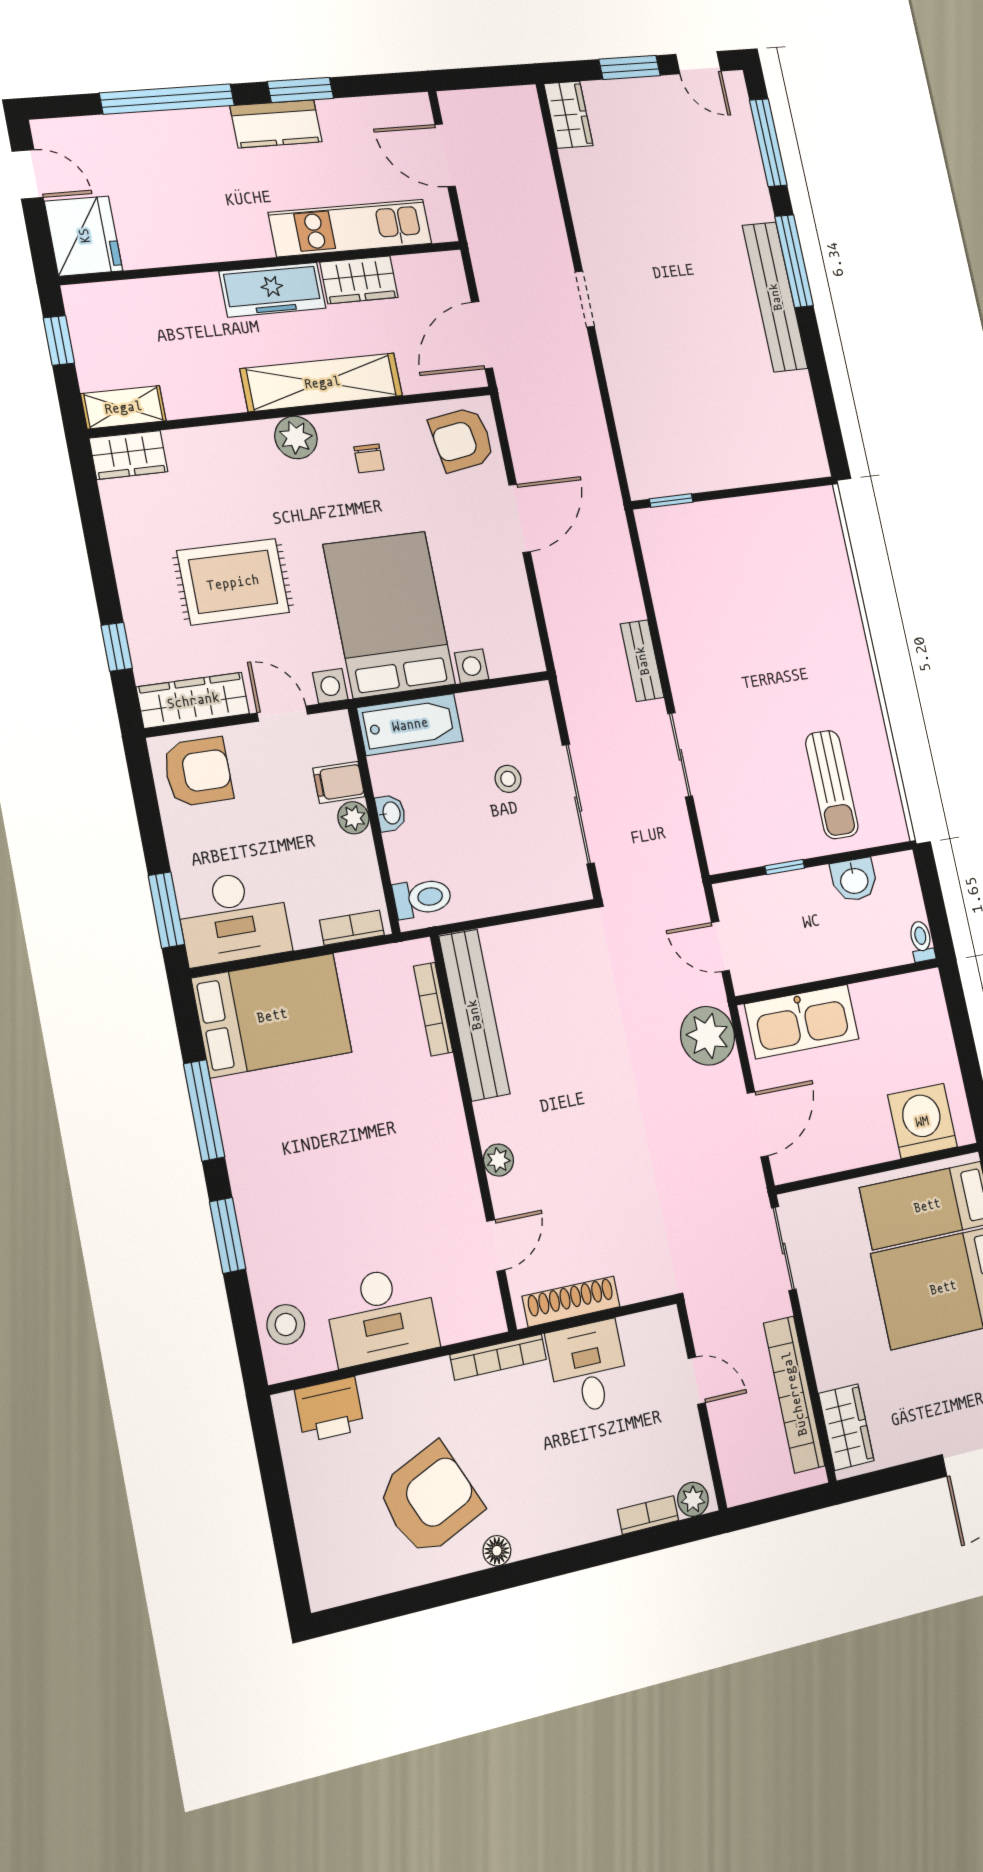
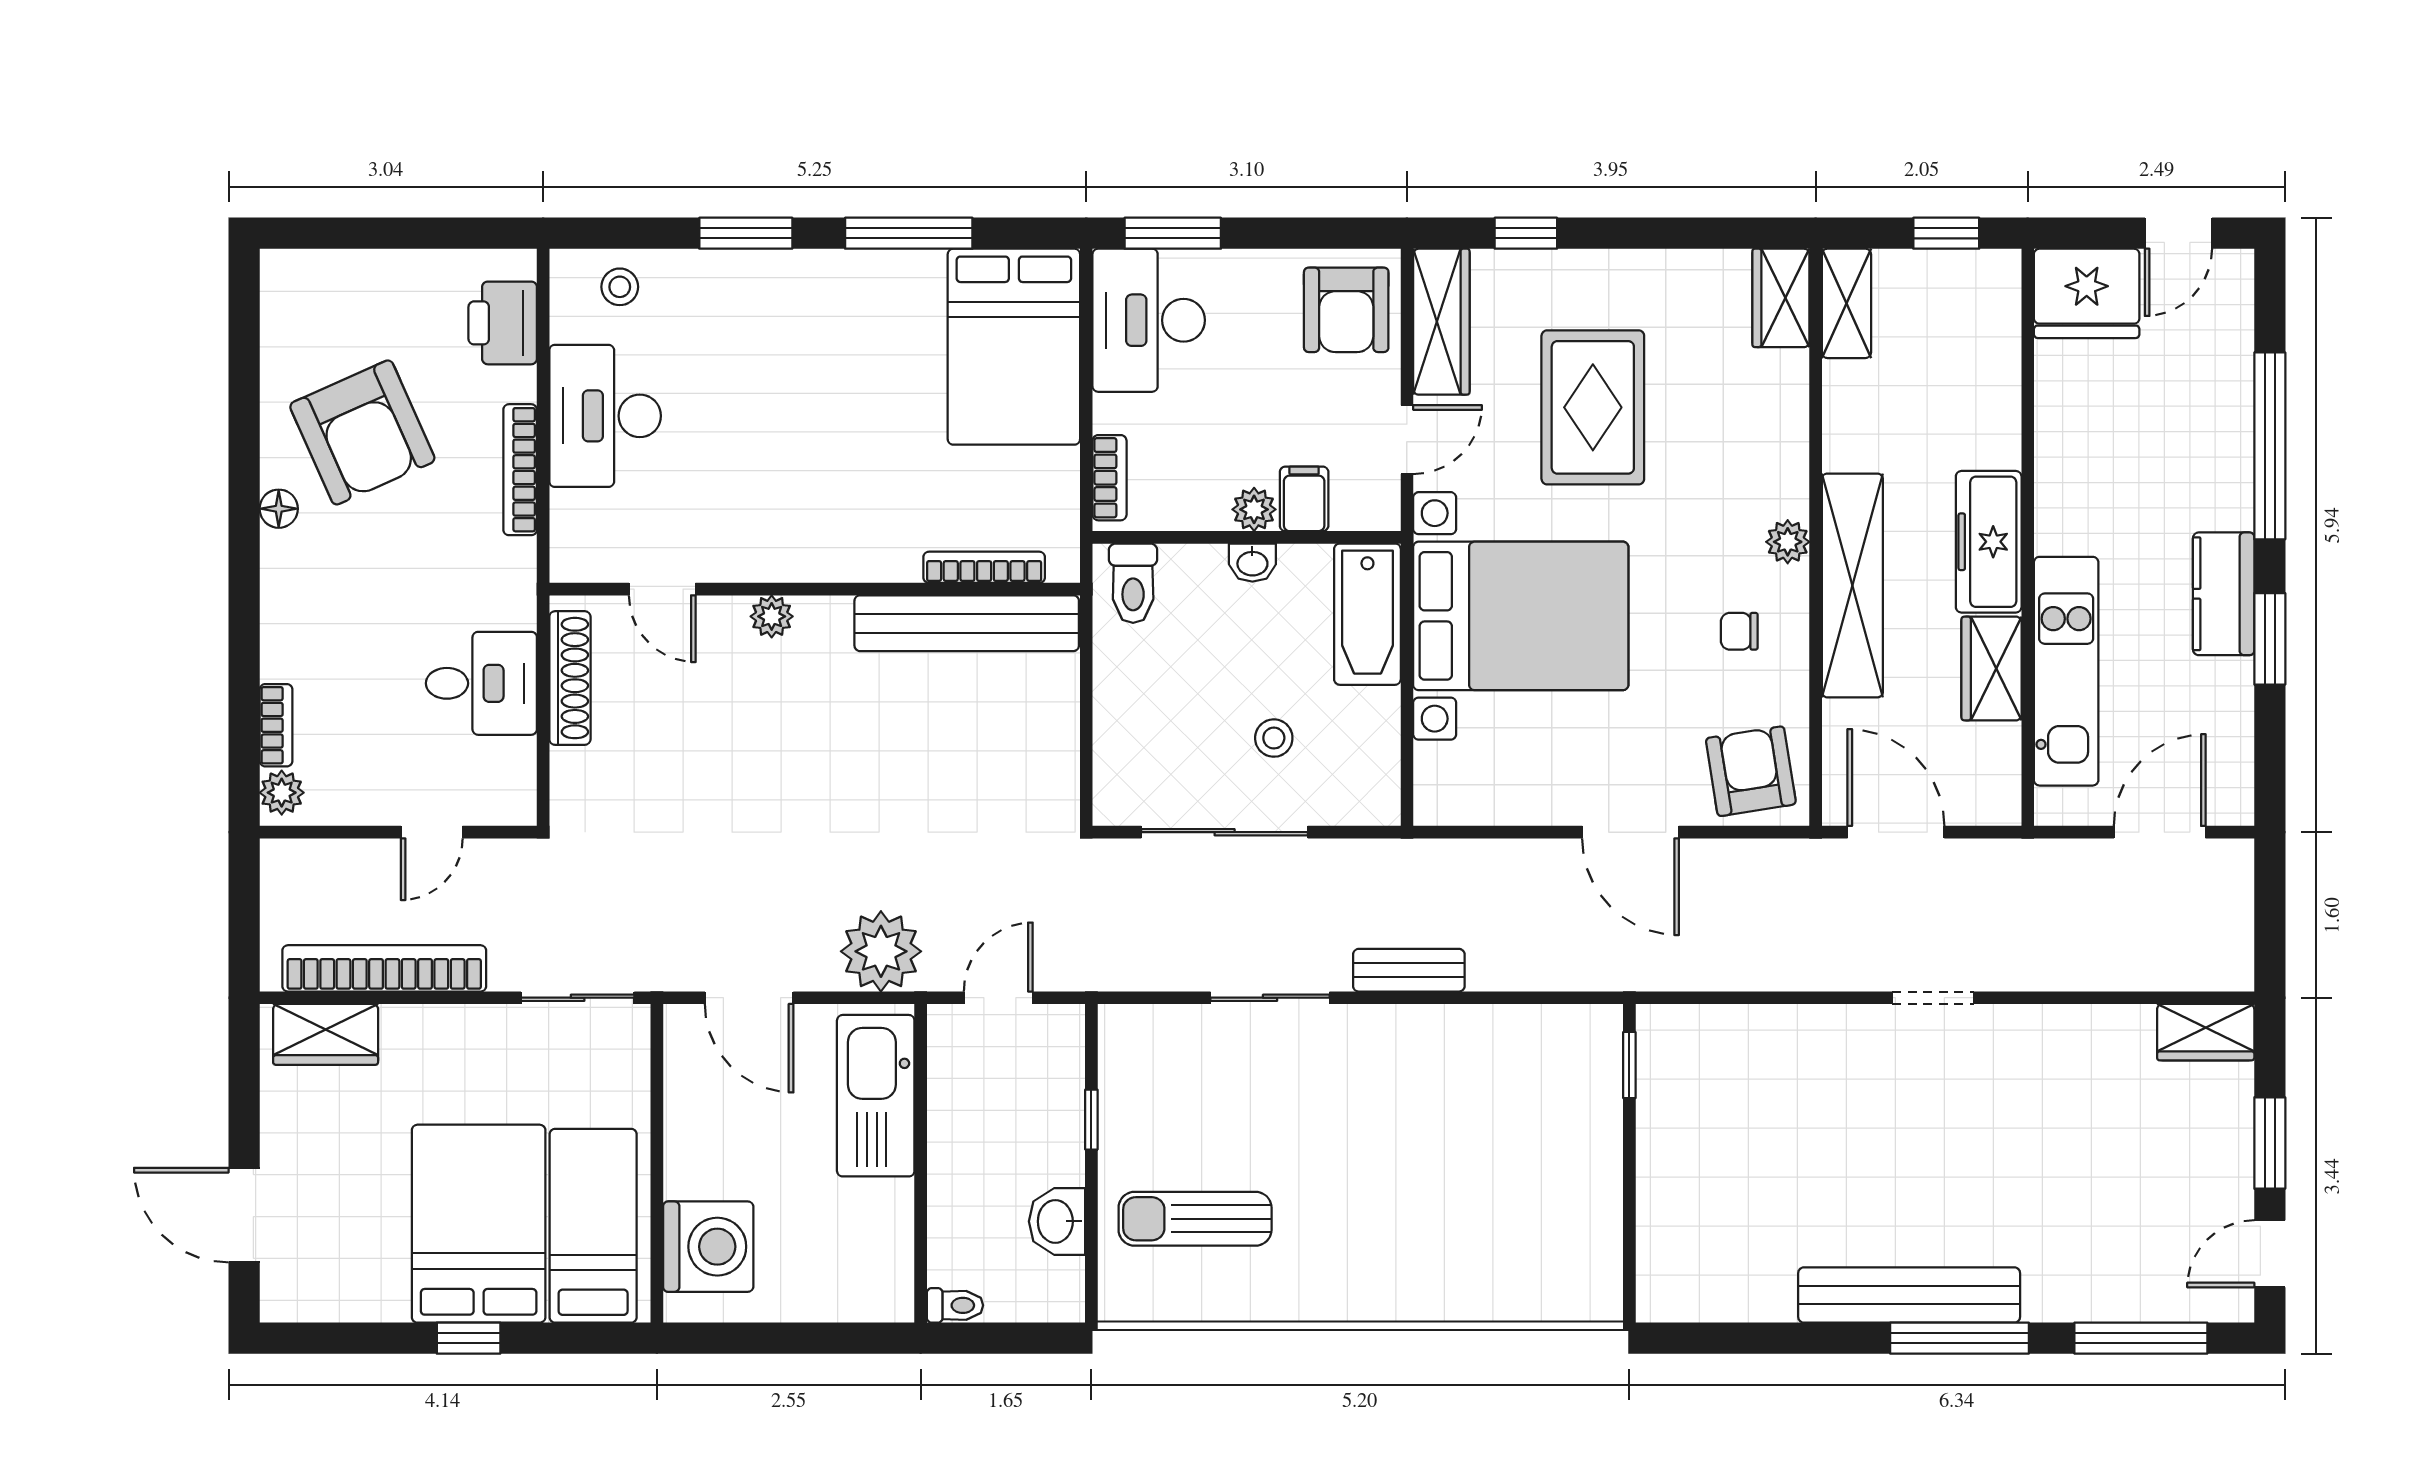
plant: (296, 437) -> (1788, 542), width x0.73, depth x0.73
stool: (286, 1324) -> (620, 287), width x0.73, depth x0.73
bookcase: (498, 1357) -> (520, 470), moved

